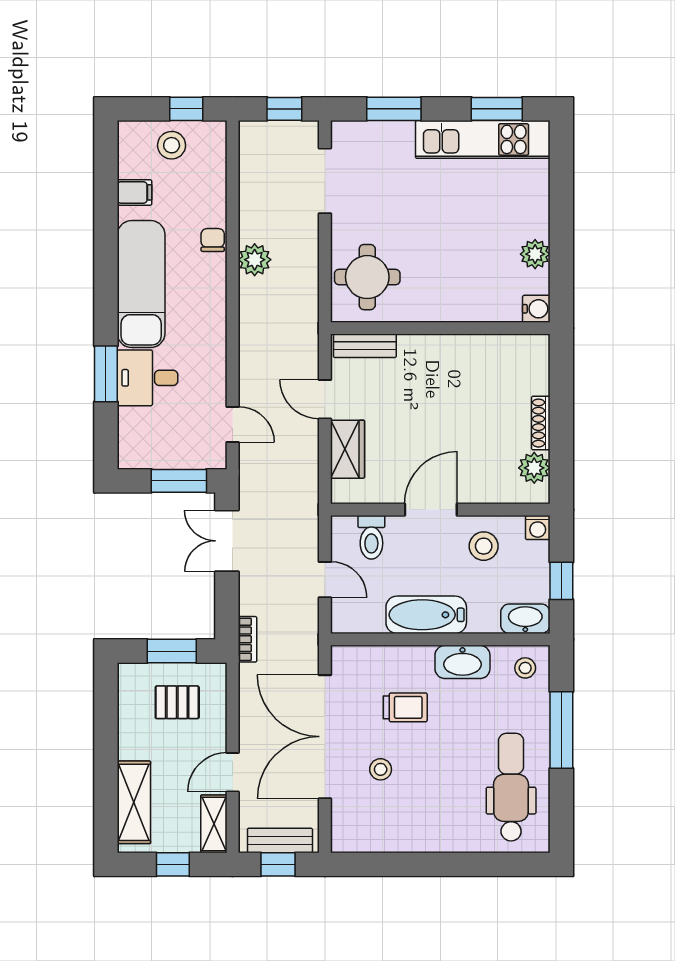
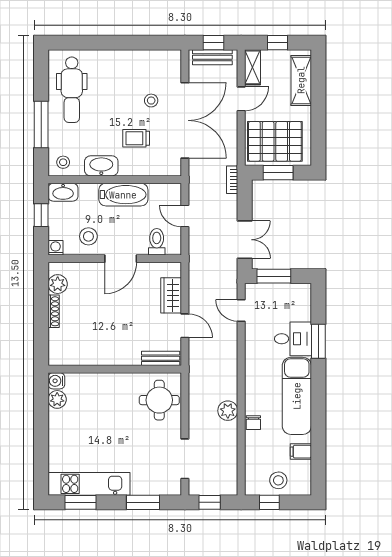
plant: (535, 254) -> (57, 399), moved
pallet: (177, 702) -> (275, 141), width x2.05, depth x2.00

